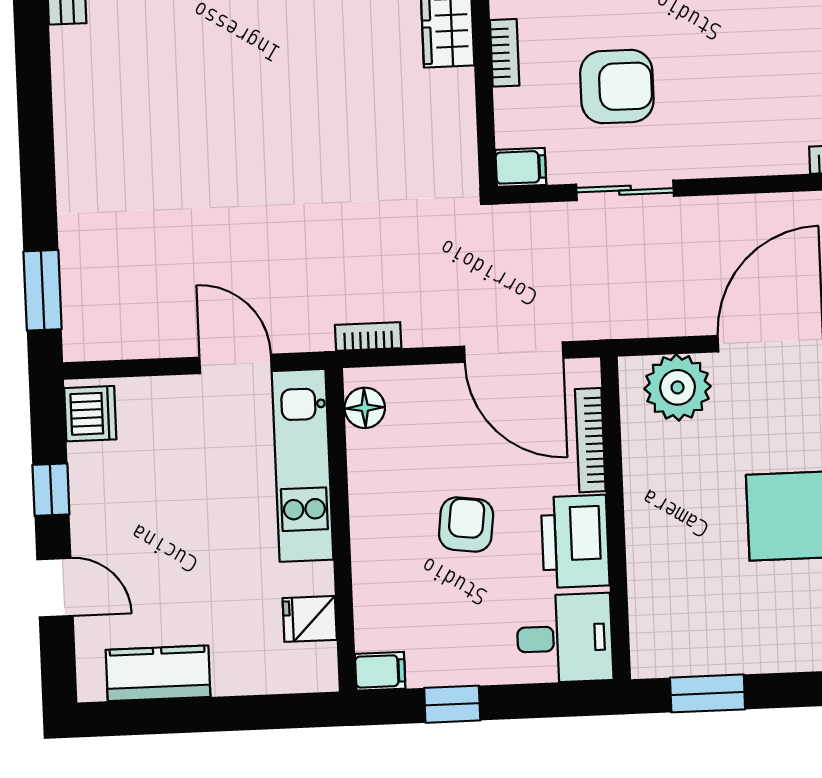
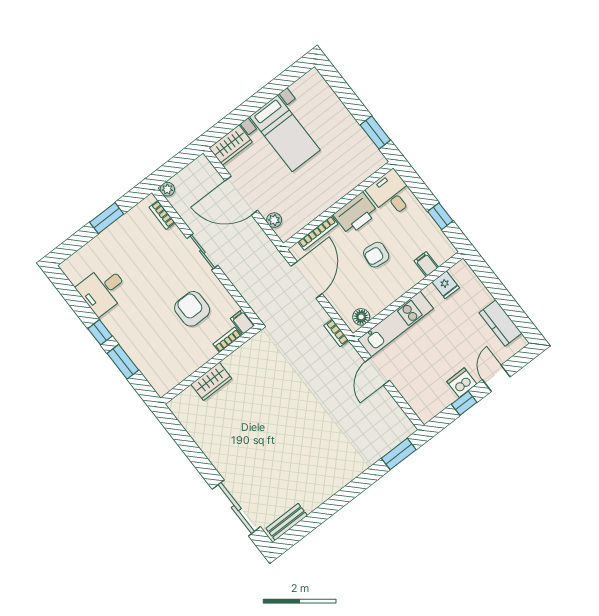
bookcase: (505, 53) -> (227, 340), moved
sliding door: (625, 190) -> (202, 252), moved
plant: (678, 387) -> (274, 220), width x0.53, depth x0.53
dishwasher: (90, 414) -> (462, 383), moved
filing cabinet: (380, 671) -> (426, 264), moved

